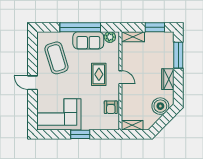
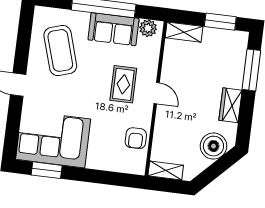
window: (80, 134) -> (47, 170), moved

